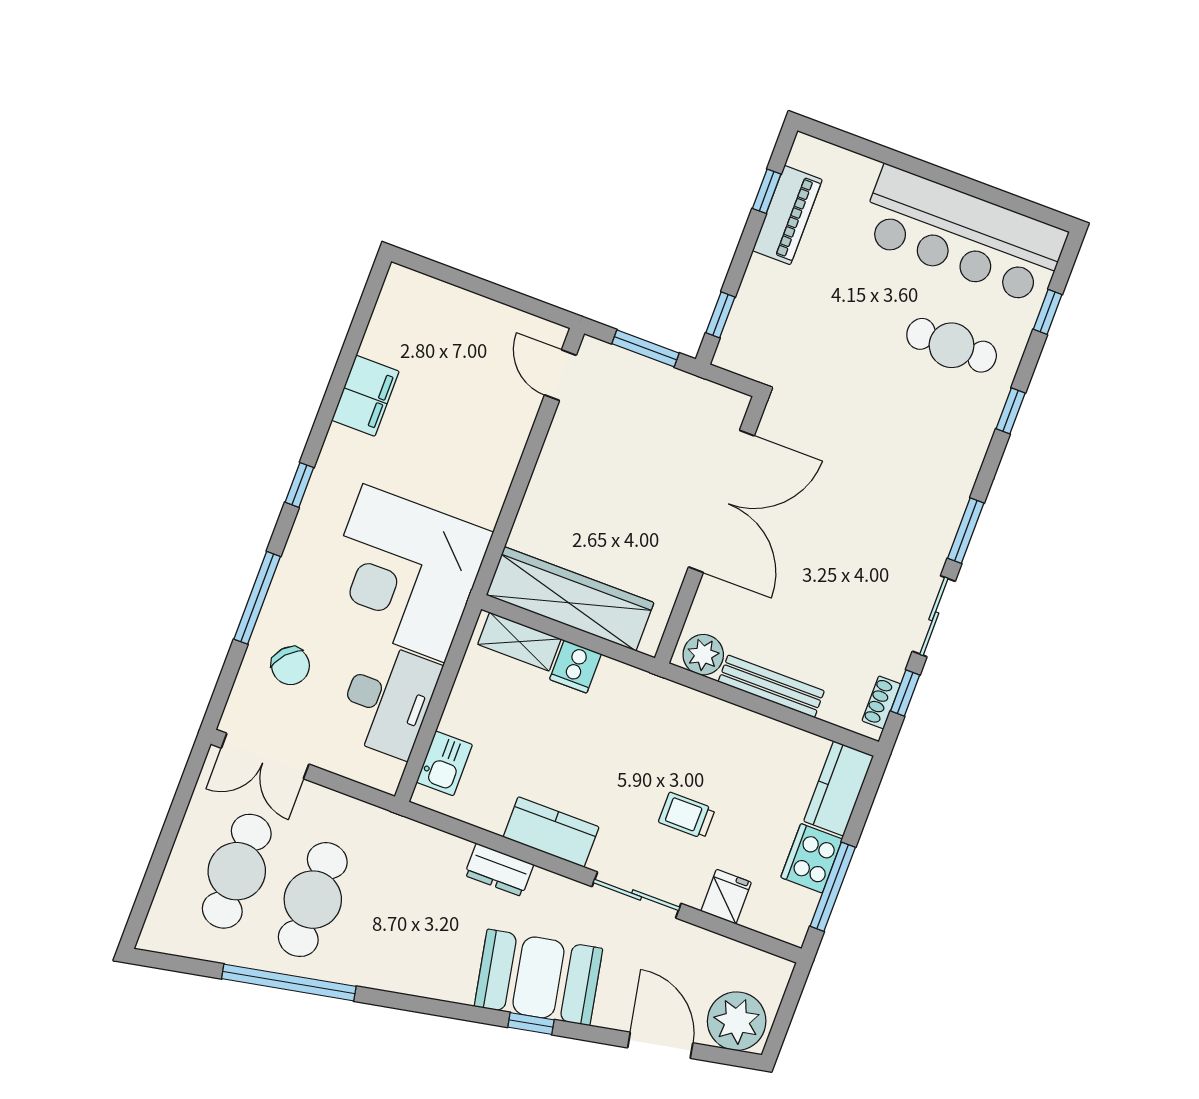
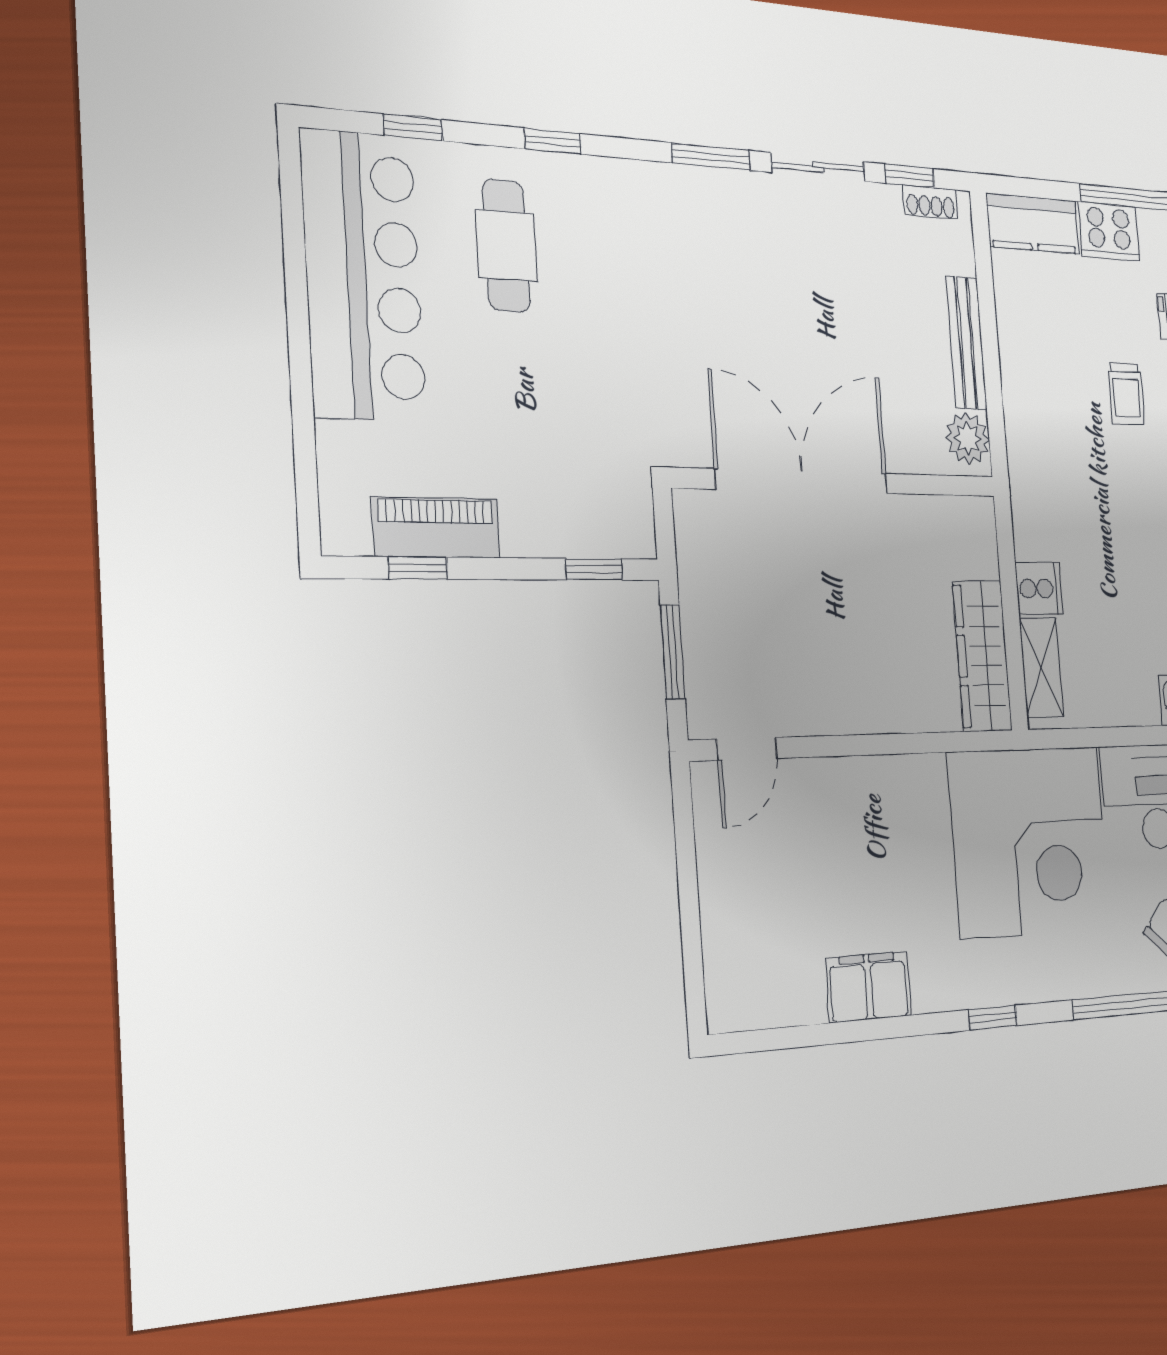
wardrobe: (570, 599) -> (982, 656), width x0.71, depth x0.85

